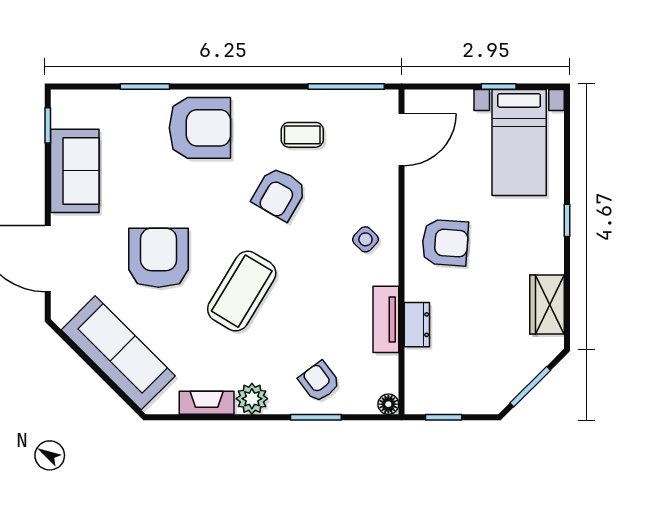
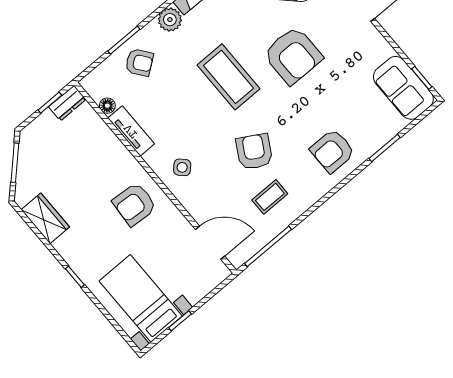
armchair: (200, 128) -> (332, 151), width x0.73, depth x0.73
door: (401, 140) -> (210, 243), swing flipped
sofa: (75, 171) -> (403, 88), moved
coffee table: (242, 291) -> (228, 77), turned -31
dresser: (417, 325) -> (67, 103), moved, turned -90
floor lamp: (388, 404) -> (107, 106), moved

